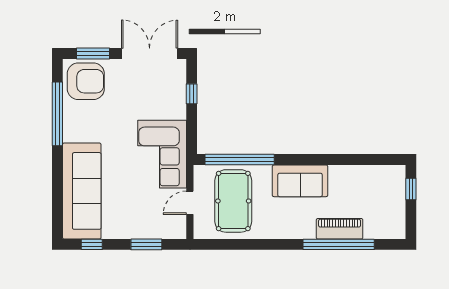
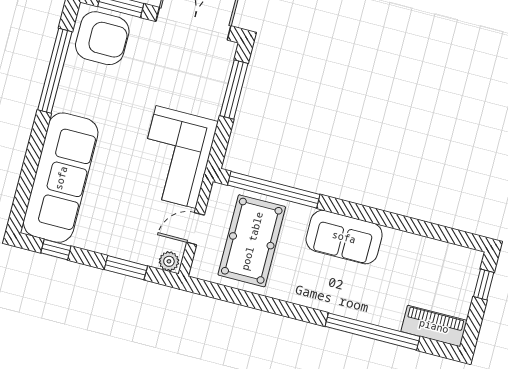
window: (192, 94) -> (234, 89), width x2.17
piano: (340, 229) -> (434, 326), moved
plant: (177, 232) -> (169, 261), added

